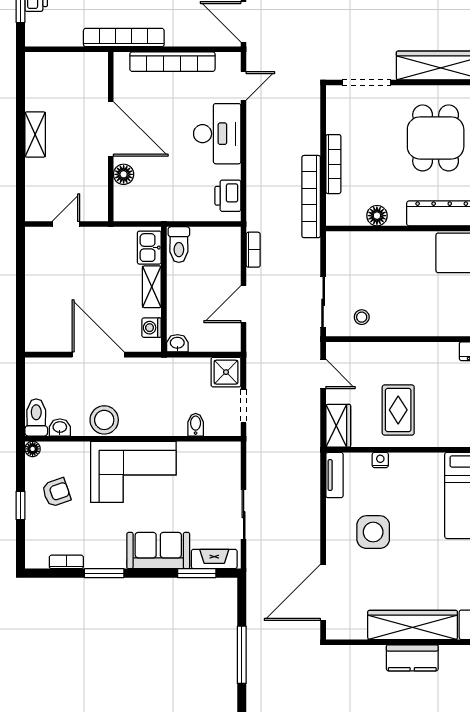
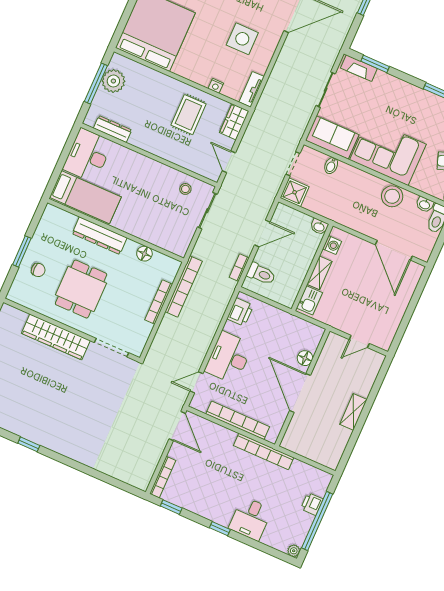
toilet: (179, 245) -> (261, 274), moved, turned 90
door: (98, 355) -> (394, 250), moved
sofa: (158, 551) -> (332, 138), moved, turned 180

